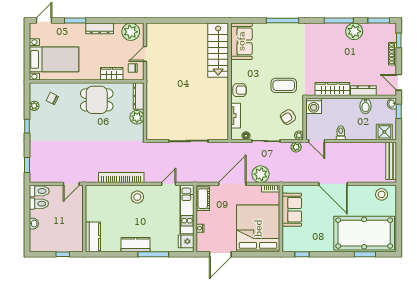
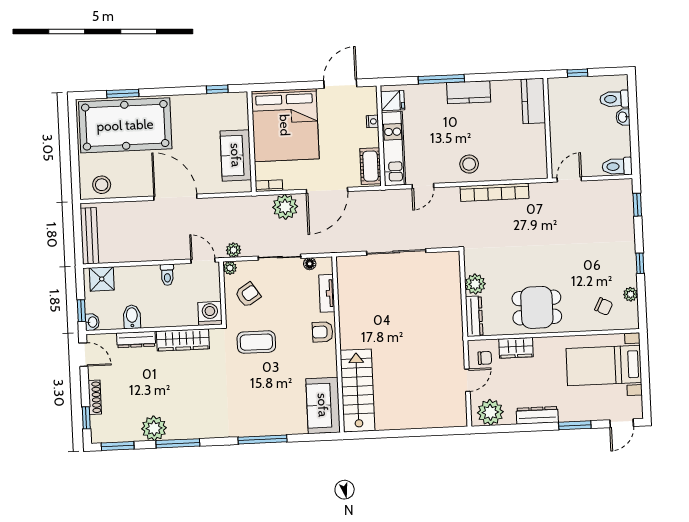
toilet: (39, 204) -> (614, 99), moved

